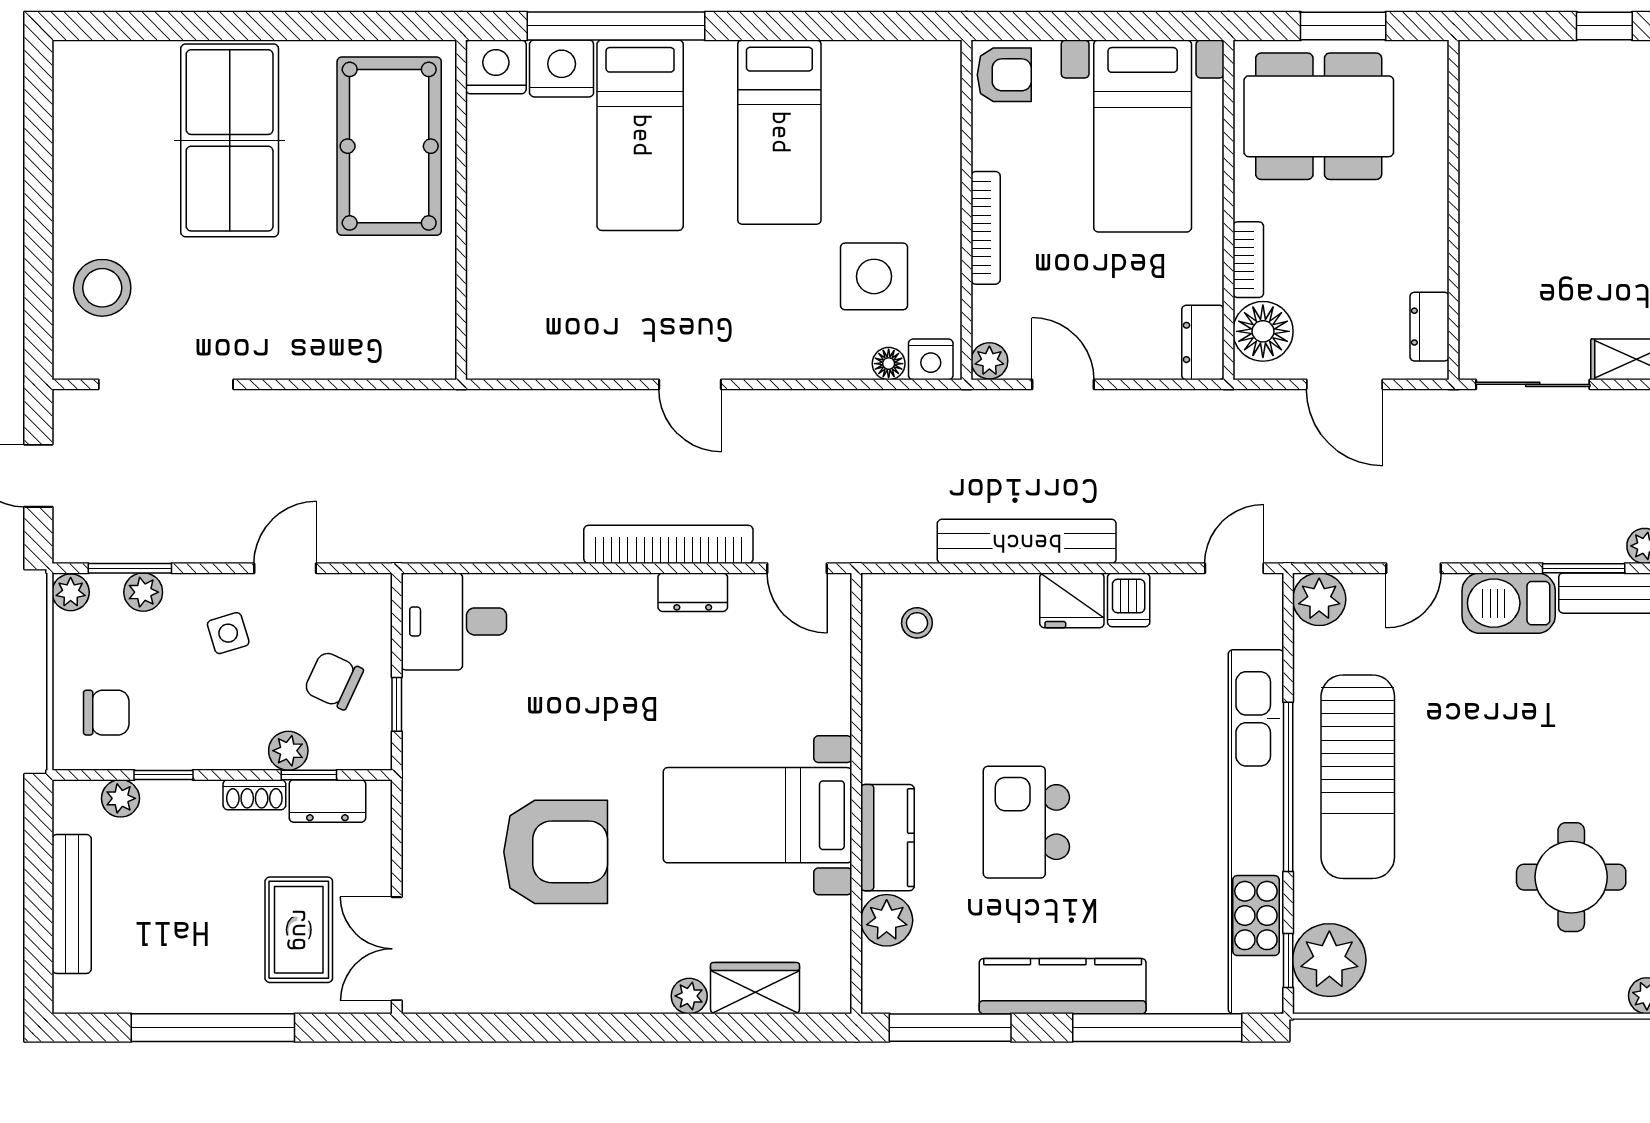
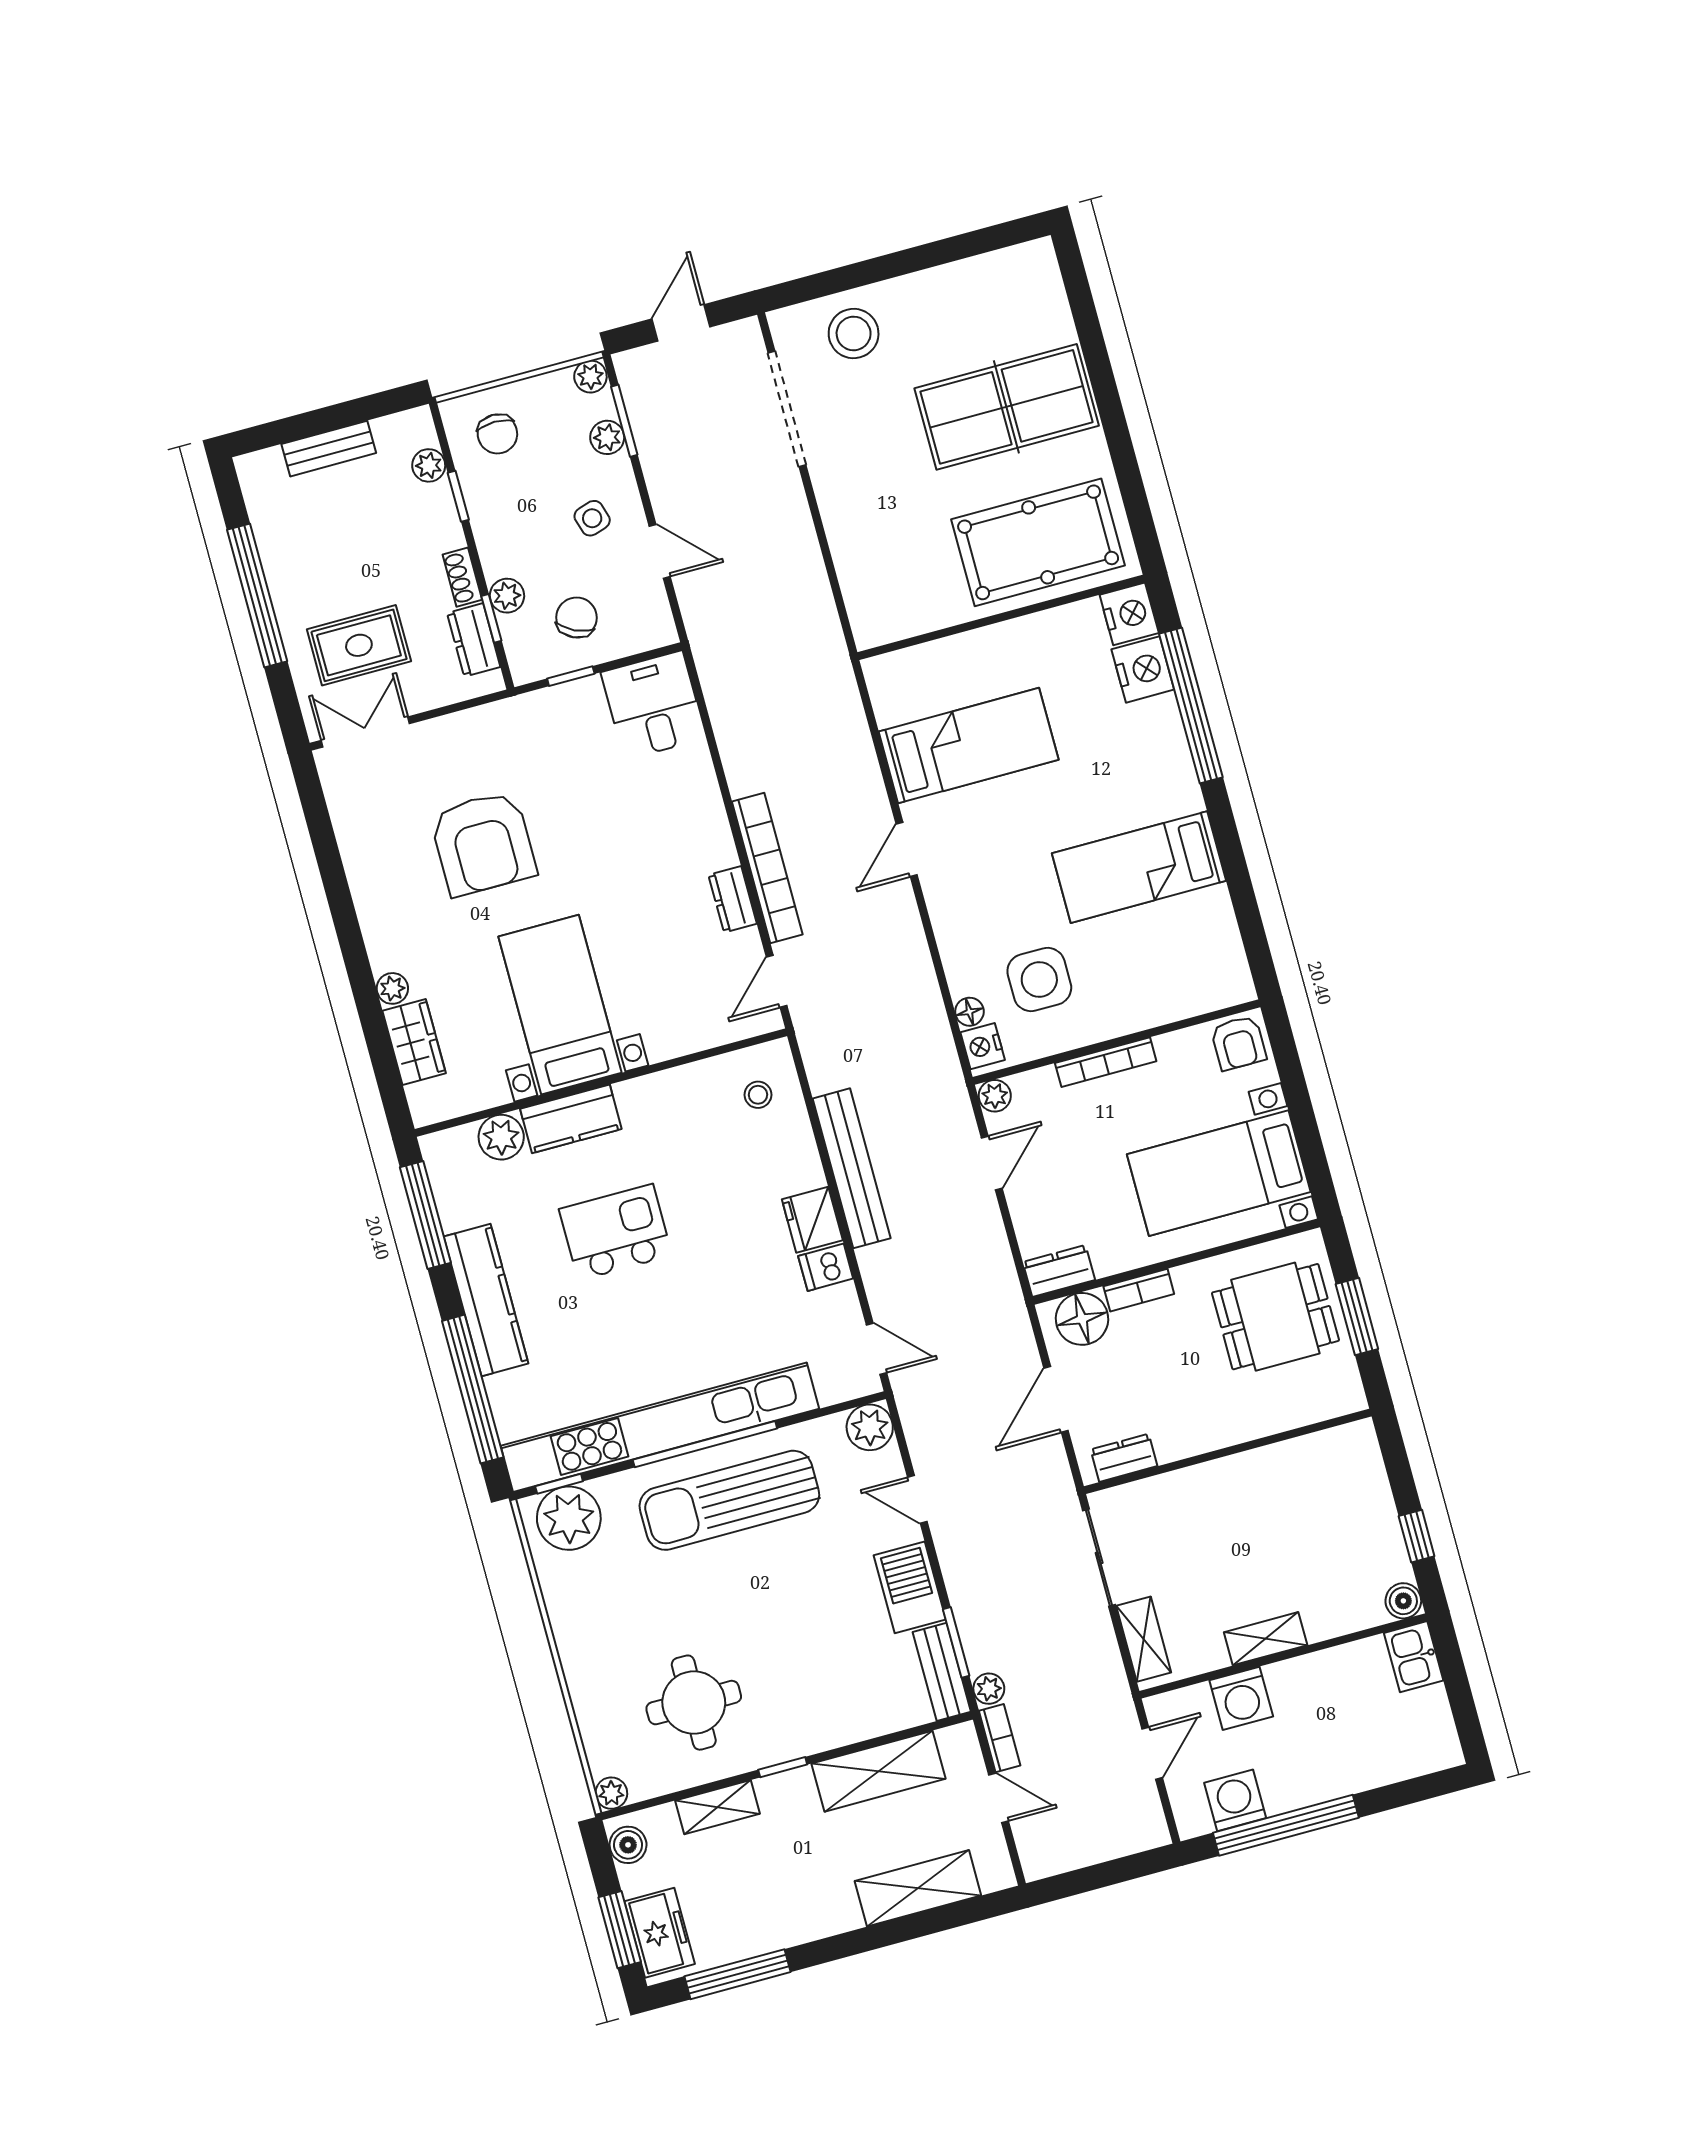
dining table: (1319, 116) -> (1275, 1317), width x0.73
bed: (640, 135) -> (969, 746), moved, turned 180
bench: (72, 904) -> (329, 449), width x0.73

